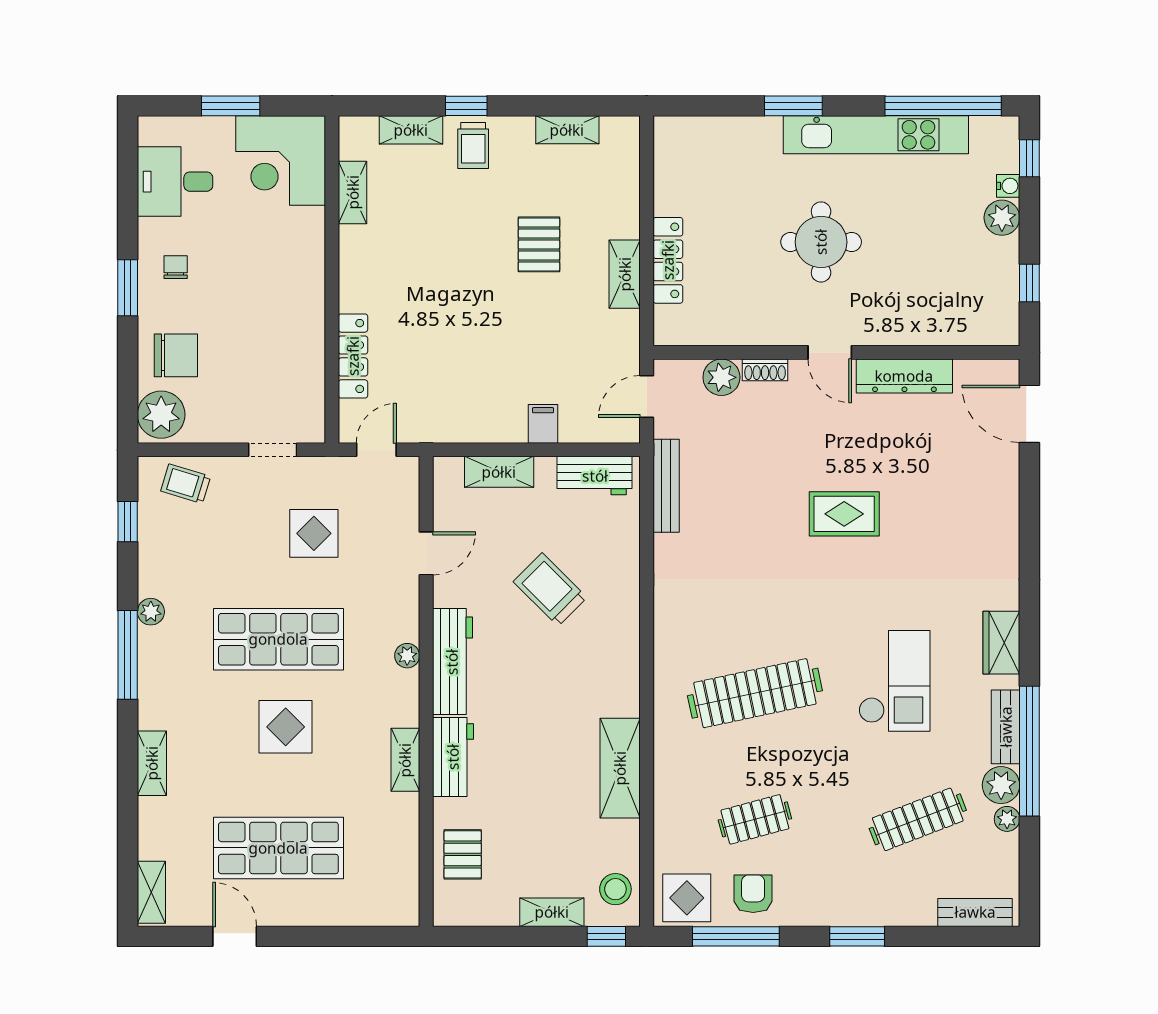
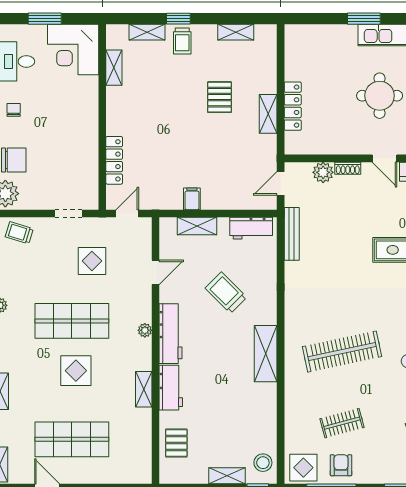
filing cabinet: (543, 424) -> (192, 199), moved
shelving: (620, 768) -> (266, 354), moved

